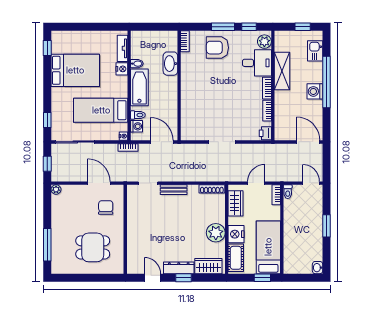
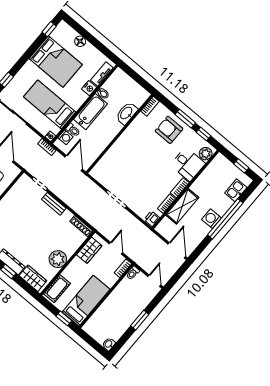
floor lamp: (81, 36) -> (80, 41), added
shelving: (282, 71) -> (182, 206), moved
door: (256, 183) -> (116, 248), hinge flipped
nightstand: (236, 234) -> (71, 272), removed

